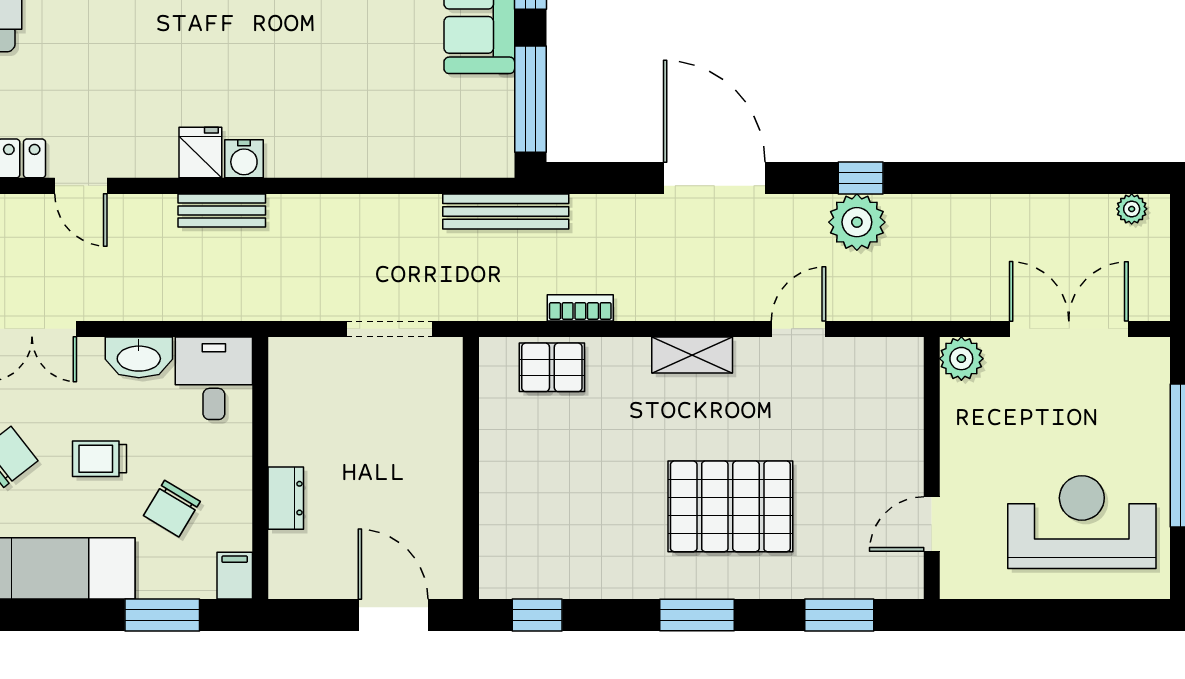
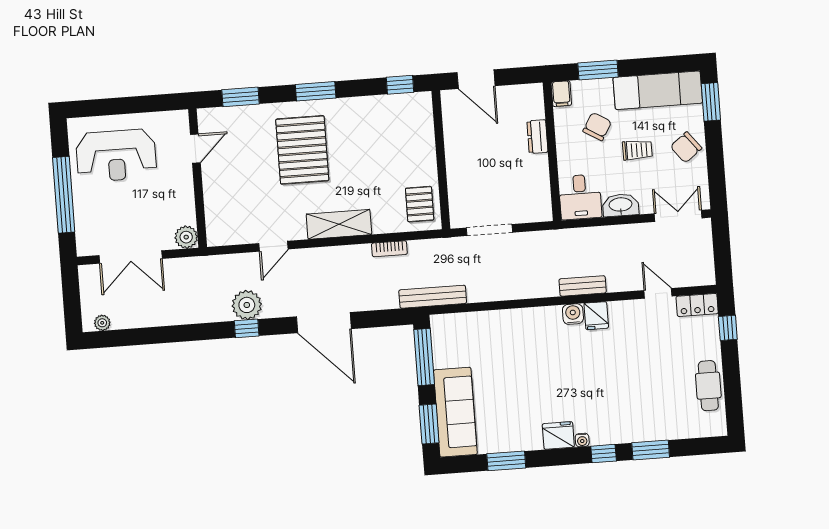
shelving: (692, 355) -> (339, 224), width x1.50, depth x1.33
pallet: (552, 367) -> (420, 204), moved, turned 90
pallet: (730, 506) -> (302, 150), turned 90

